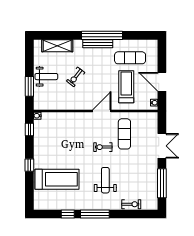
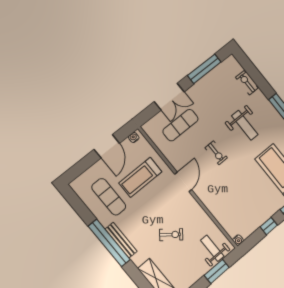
weight bench: (46, 77) -> (212, 248), moved
door: (102, 111) -> (183, 182), swing flipped
window: (29, 130) -> (269, 226), moved
exercise mat: (124, 134) -> (180, 125), moved
double door: (162, 146) -> (169, 97), swing flipped
weight bench: (105, 180) -> (245, 125), turned -90

